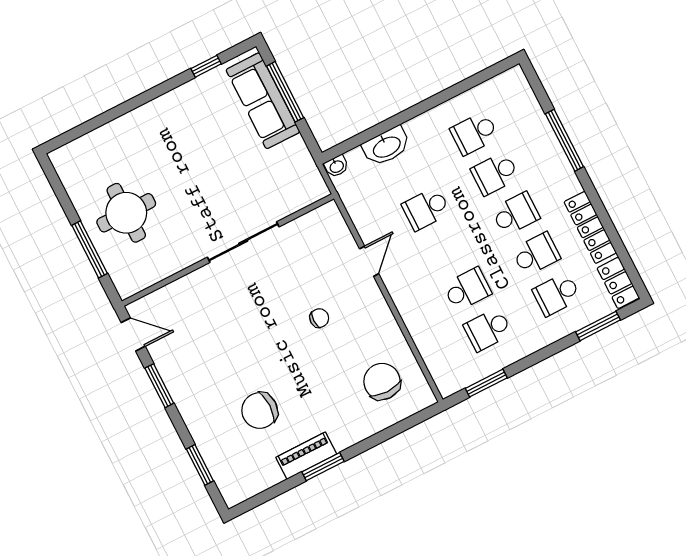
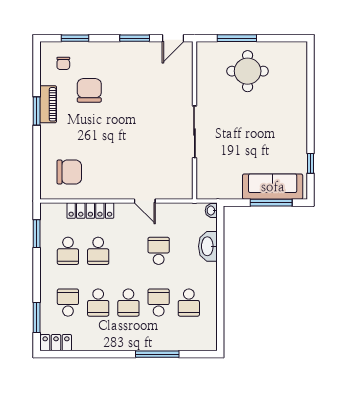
school desk: (474, 133) -> (189, 303), turned 180
locker: (590, 227) -> (90, 211), moved, turned 180
chair: (319, 318) -> (63, 63), moved
school desk: (488, 330) -> (68, 251), turned 180

